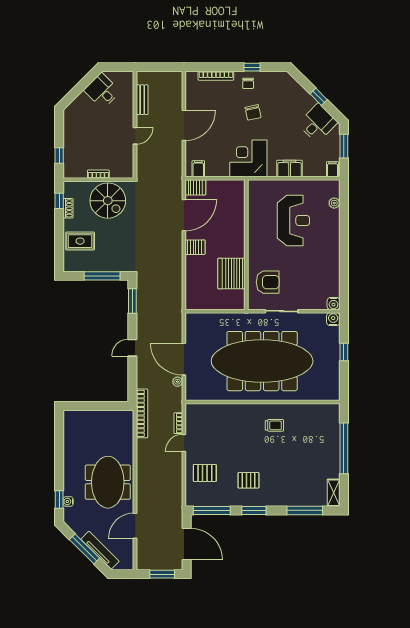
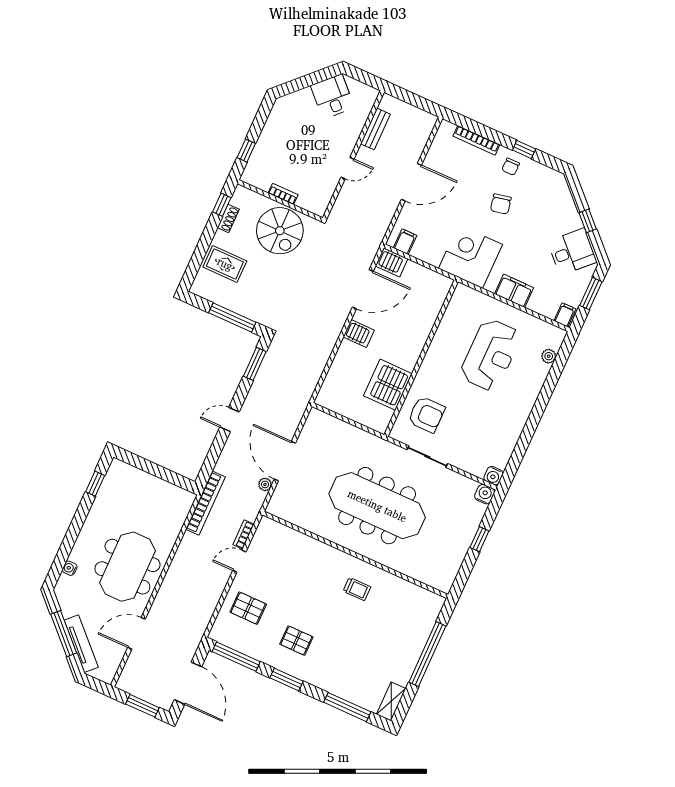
meeting table: (262, 361) -> (377, 506), width x0.73, depth x0.79
window: (59, 499) -> (95, 484), moved

